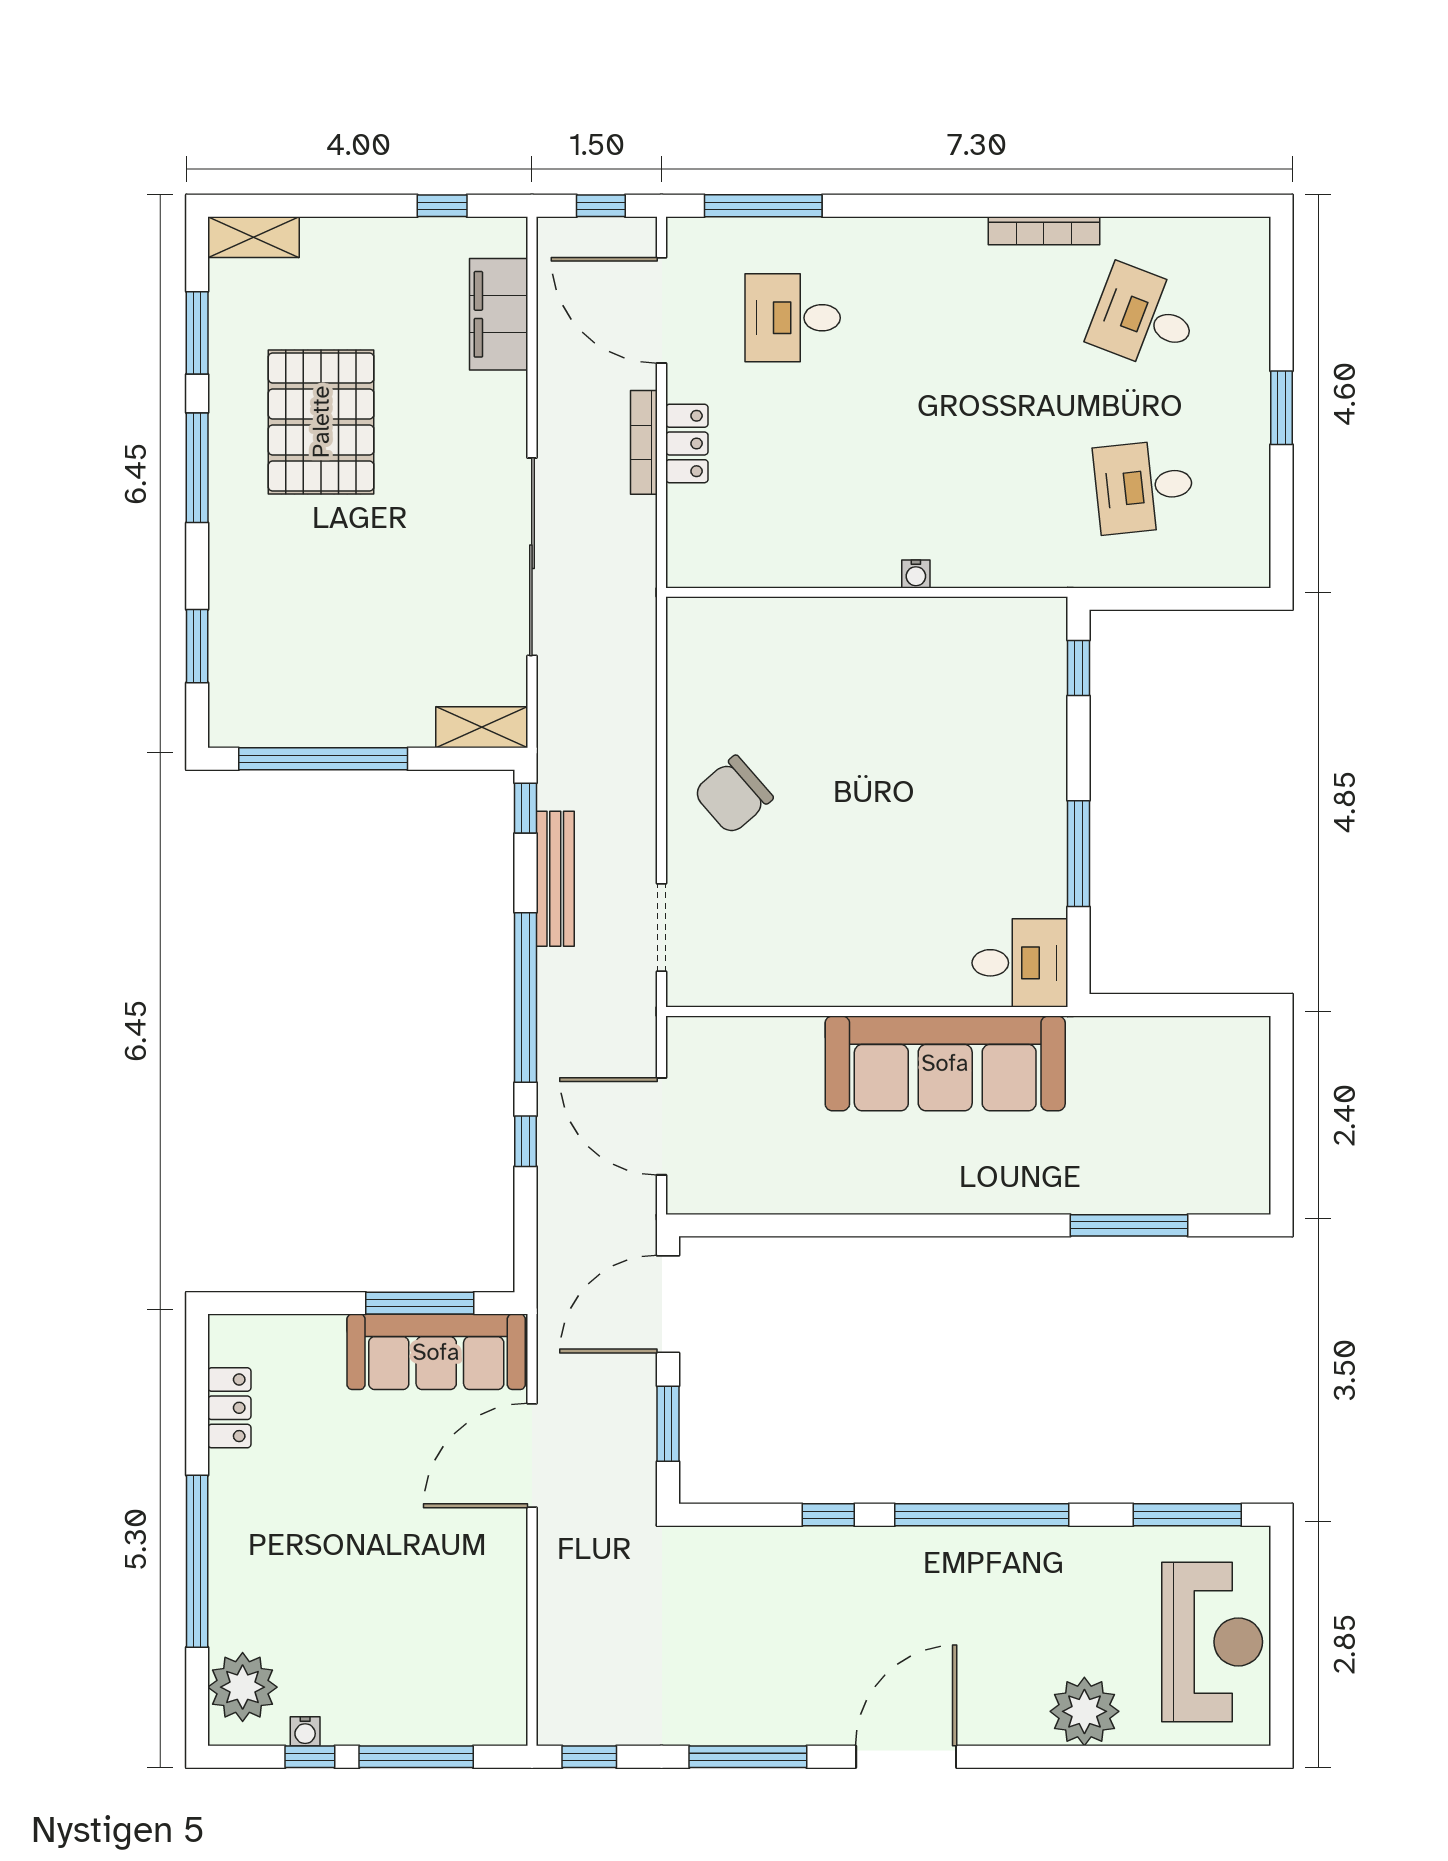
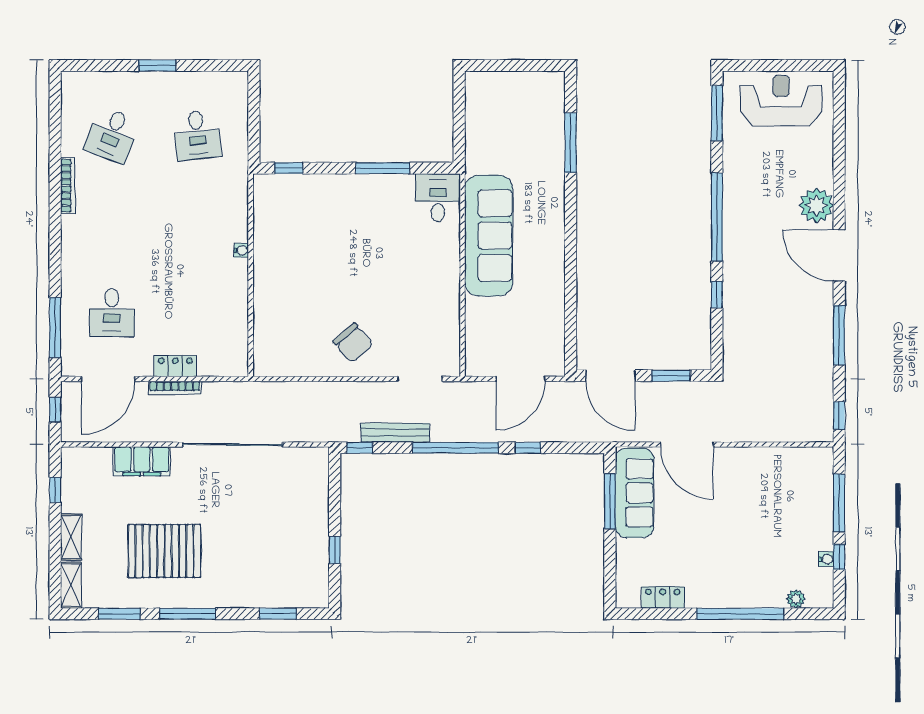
filing cabinet: (499, 314) -> (142, 461), moved
shelving: (482, 727) -> (71, 537), moved
window: (323, 759) -> (335, 550), width x0.32
plant: (243, 1687) -> (796, 599), width x0.53, depth x0.53
plant: (1084, 1711) -> (816, 205), moved

